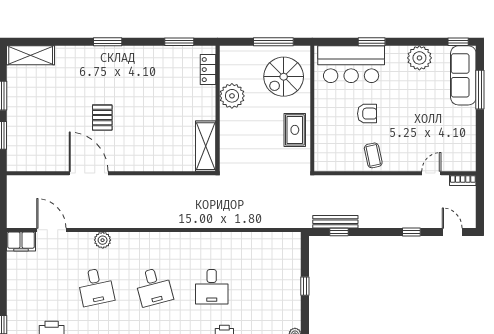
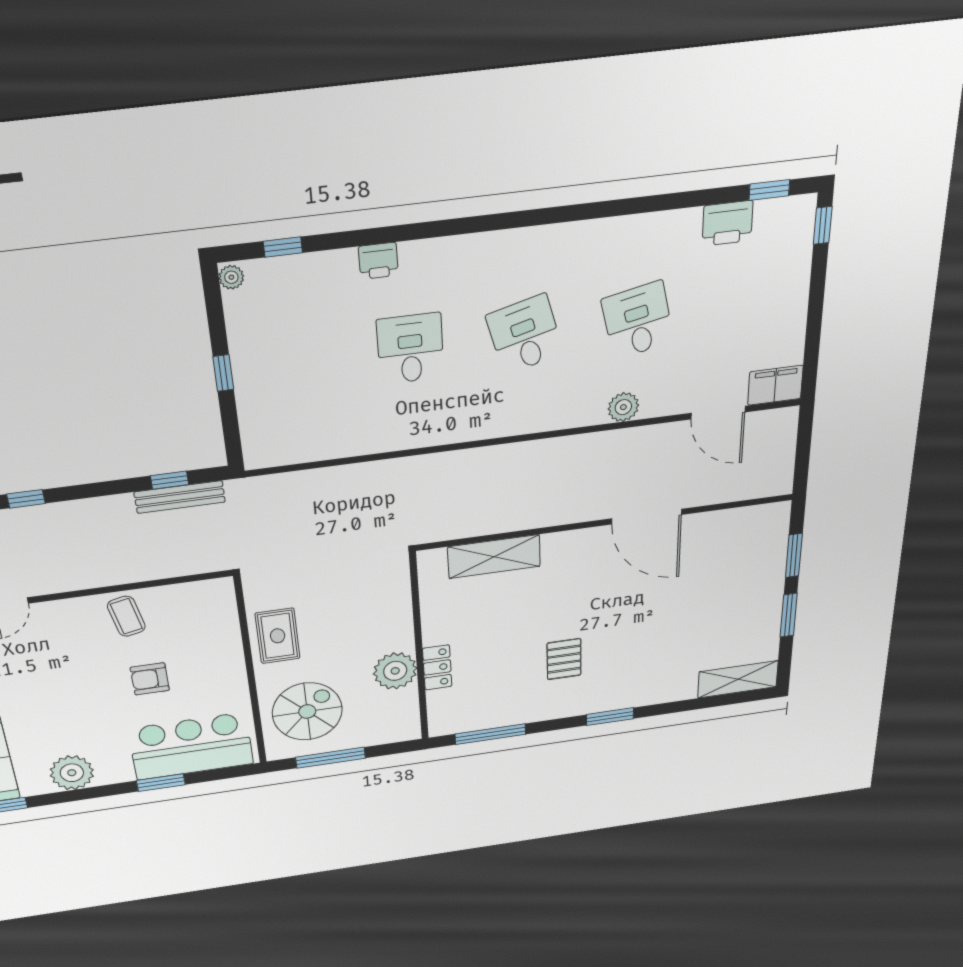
window: (179, 42) -> (490, 734), width x1.44
locker: (208, 70) -> (437, 667), moved
pallet: (102, 118) -> (564, 659), moved
shelving: (206, 146) -> (494, 557), moved, turned 90

